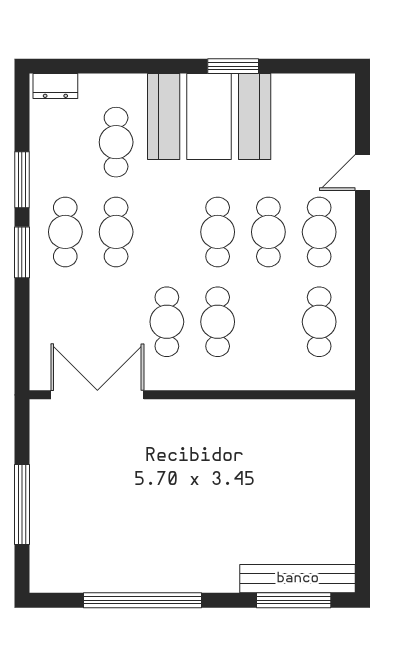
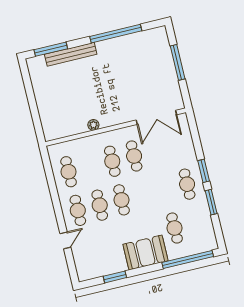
window: (104, 66) -> (188, 259), added
window: (233, 66) -> (115, 277), moved
dresser: (55, 86) -> (206, 246), removed
booth: (209, 117) -> (145, 252), width x0.73, depth x0.70
cafe table: (116, 232) -> (165, 189), removed
plant: (240, 412) -> (93, 125), added
bench: (298, 579) -> (71, 54), moved

